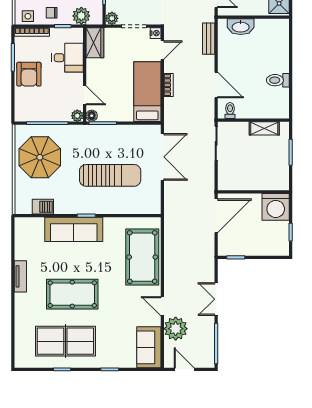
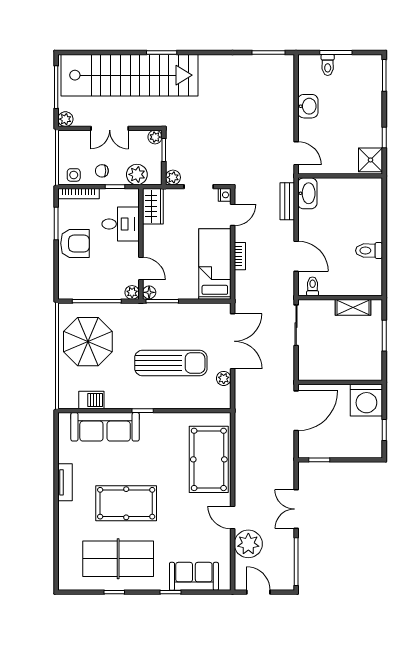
washbasin: (241, 27) -> (307, 193), moved, turned -90
armchair: (29, 74) -> (75, 243), turned -90
plant: (155, 188) -> (224, 378), added
sofa: (74, 229) -> (105, 427), moved
sofa: (149, 347) -> (194, 576), moved, turned 90

